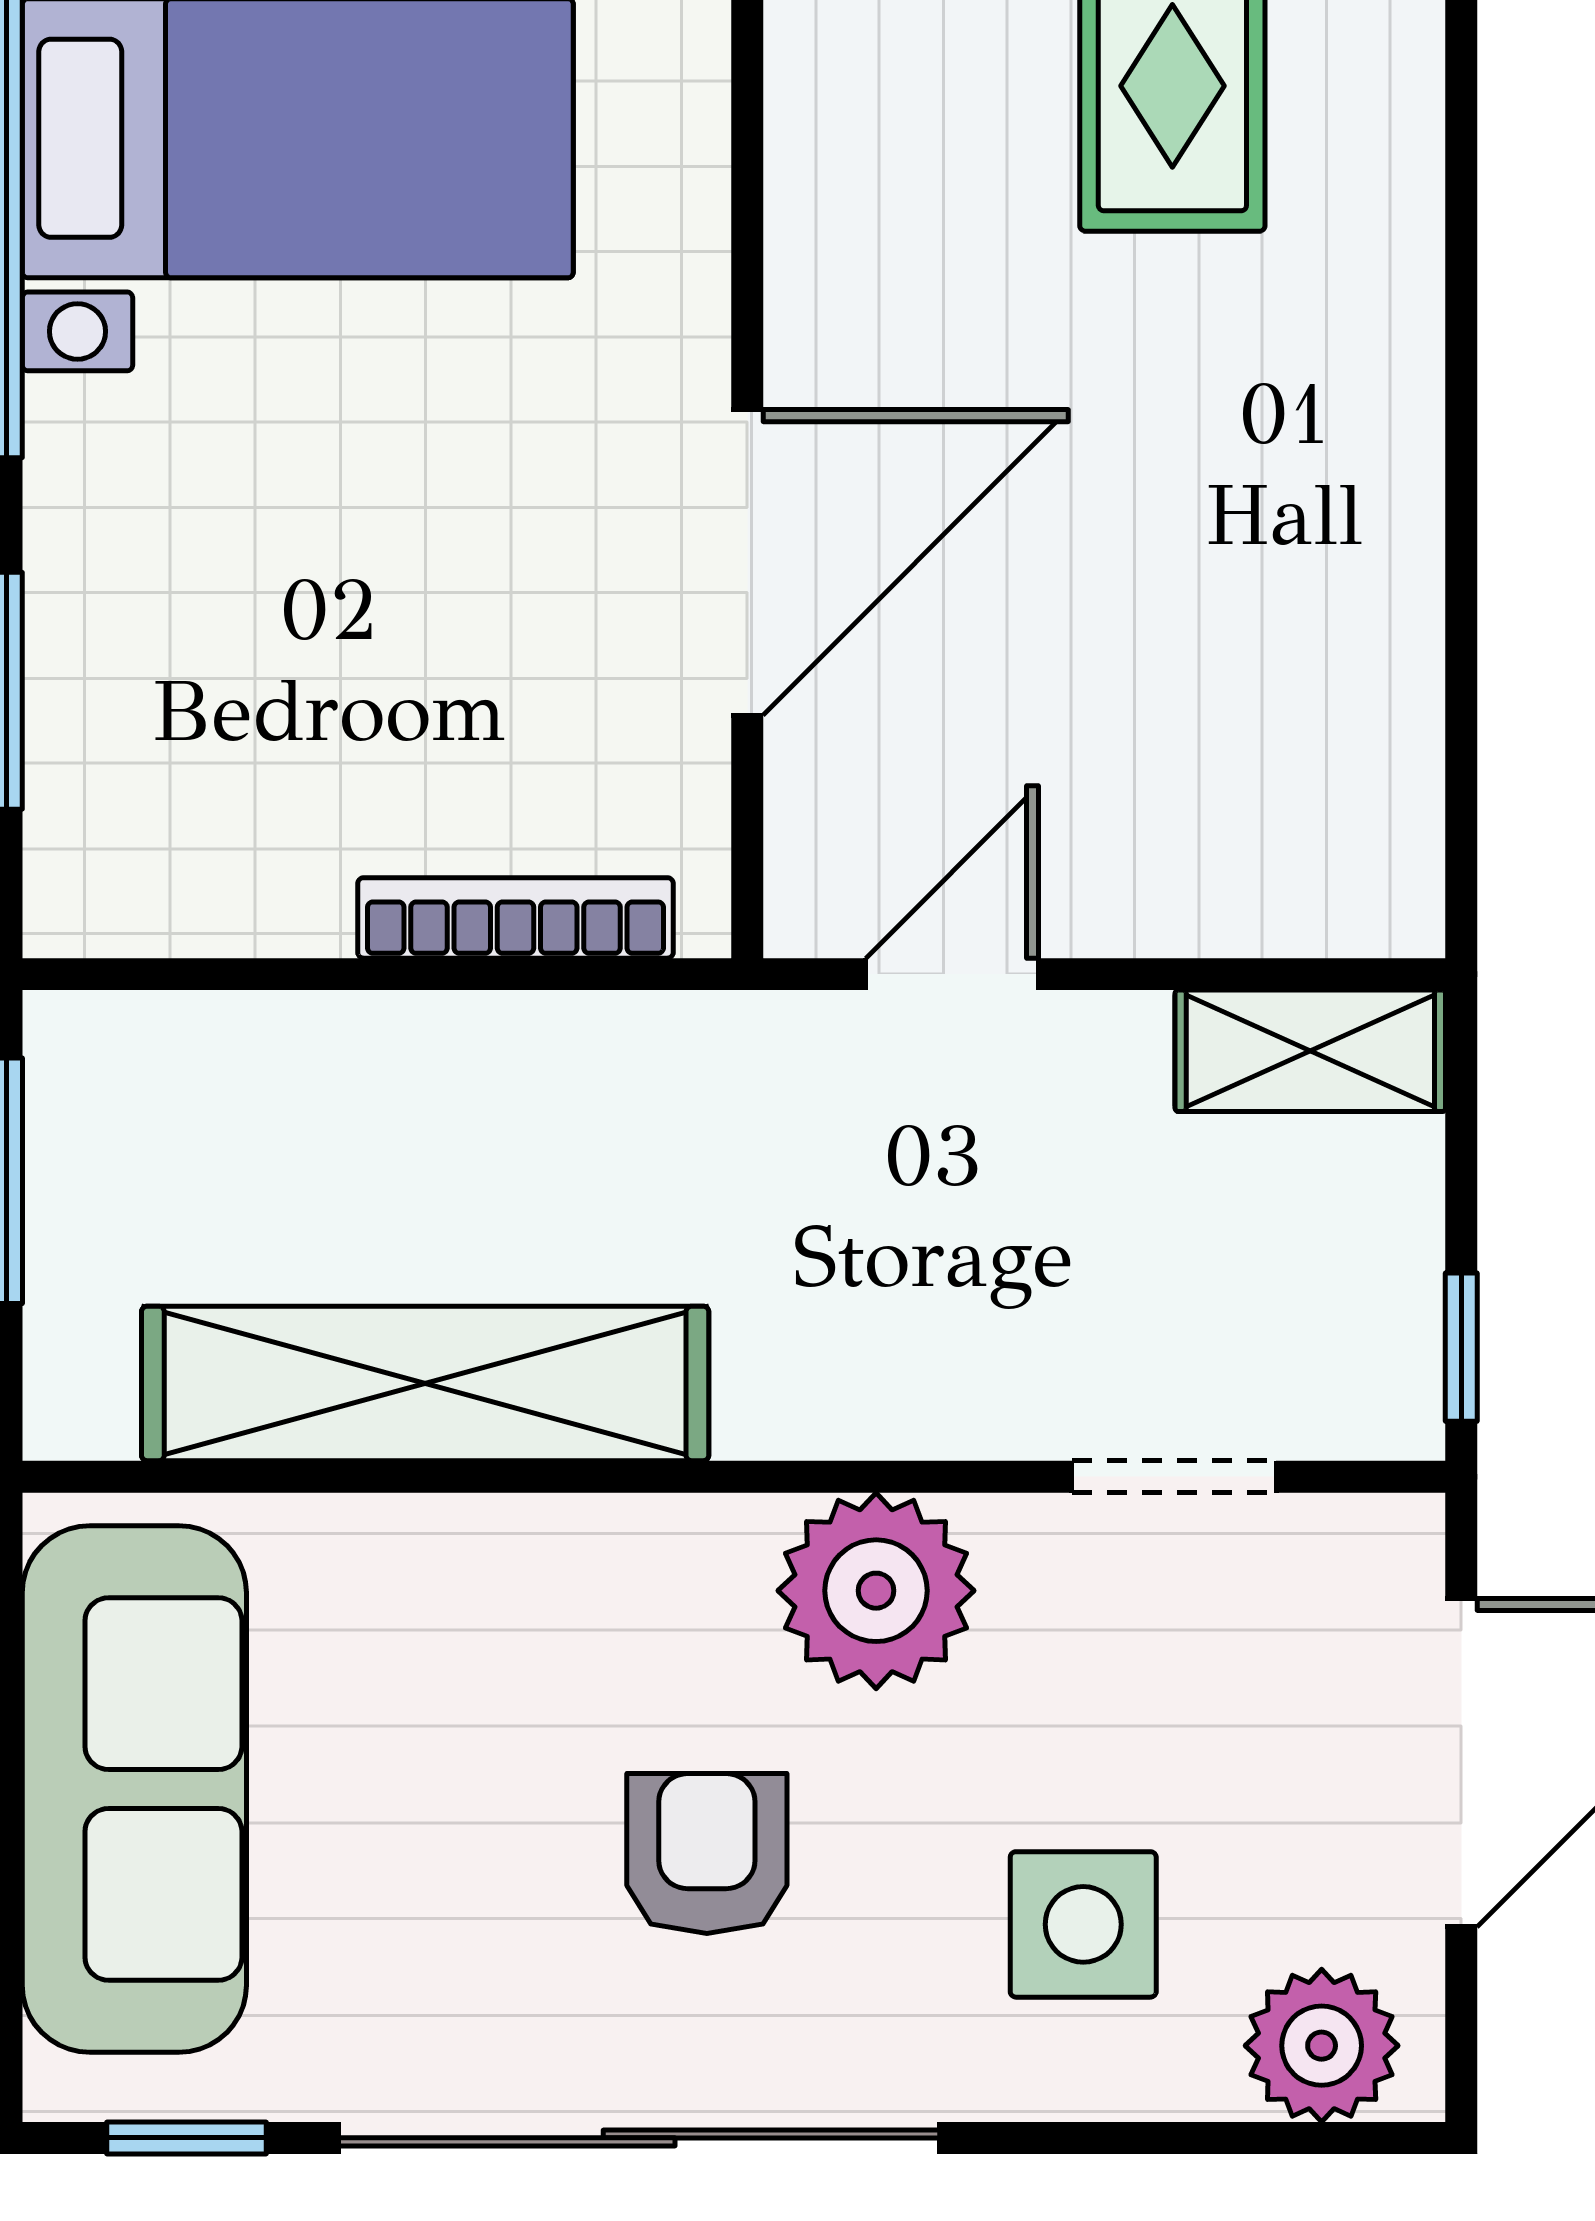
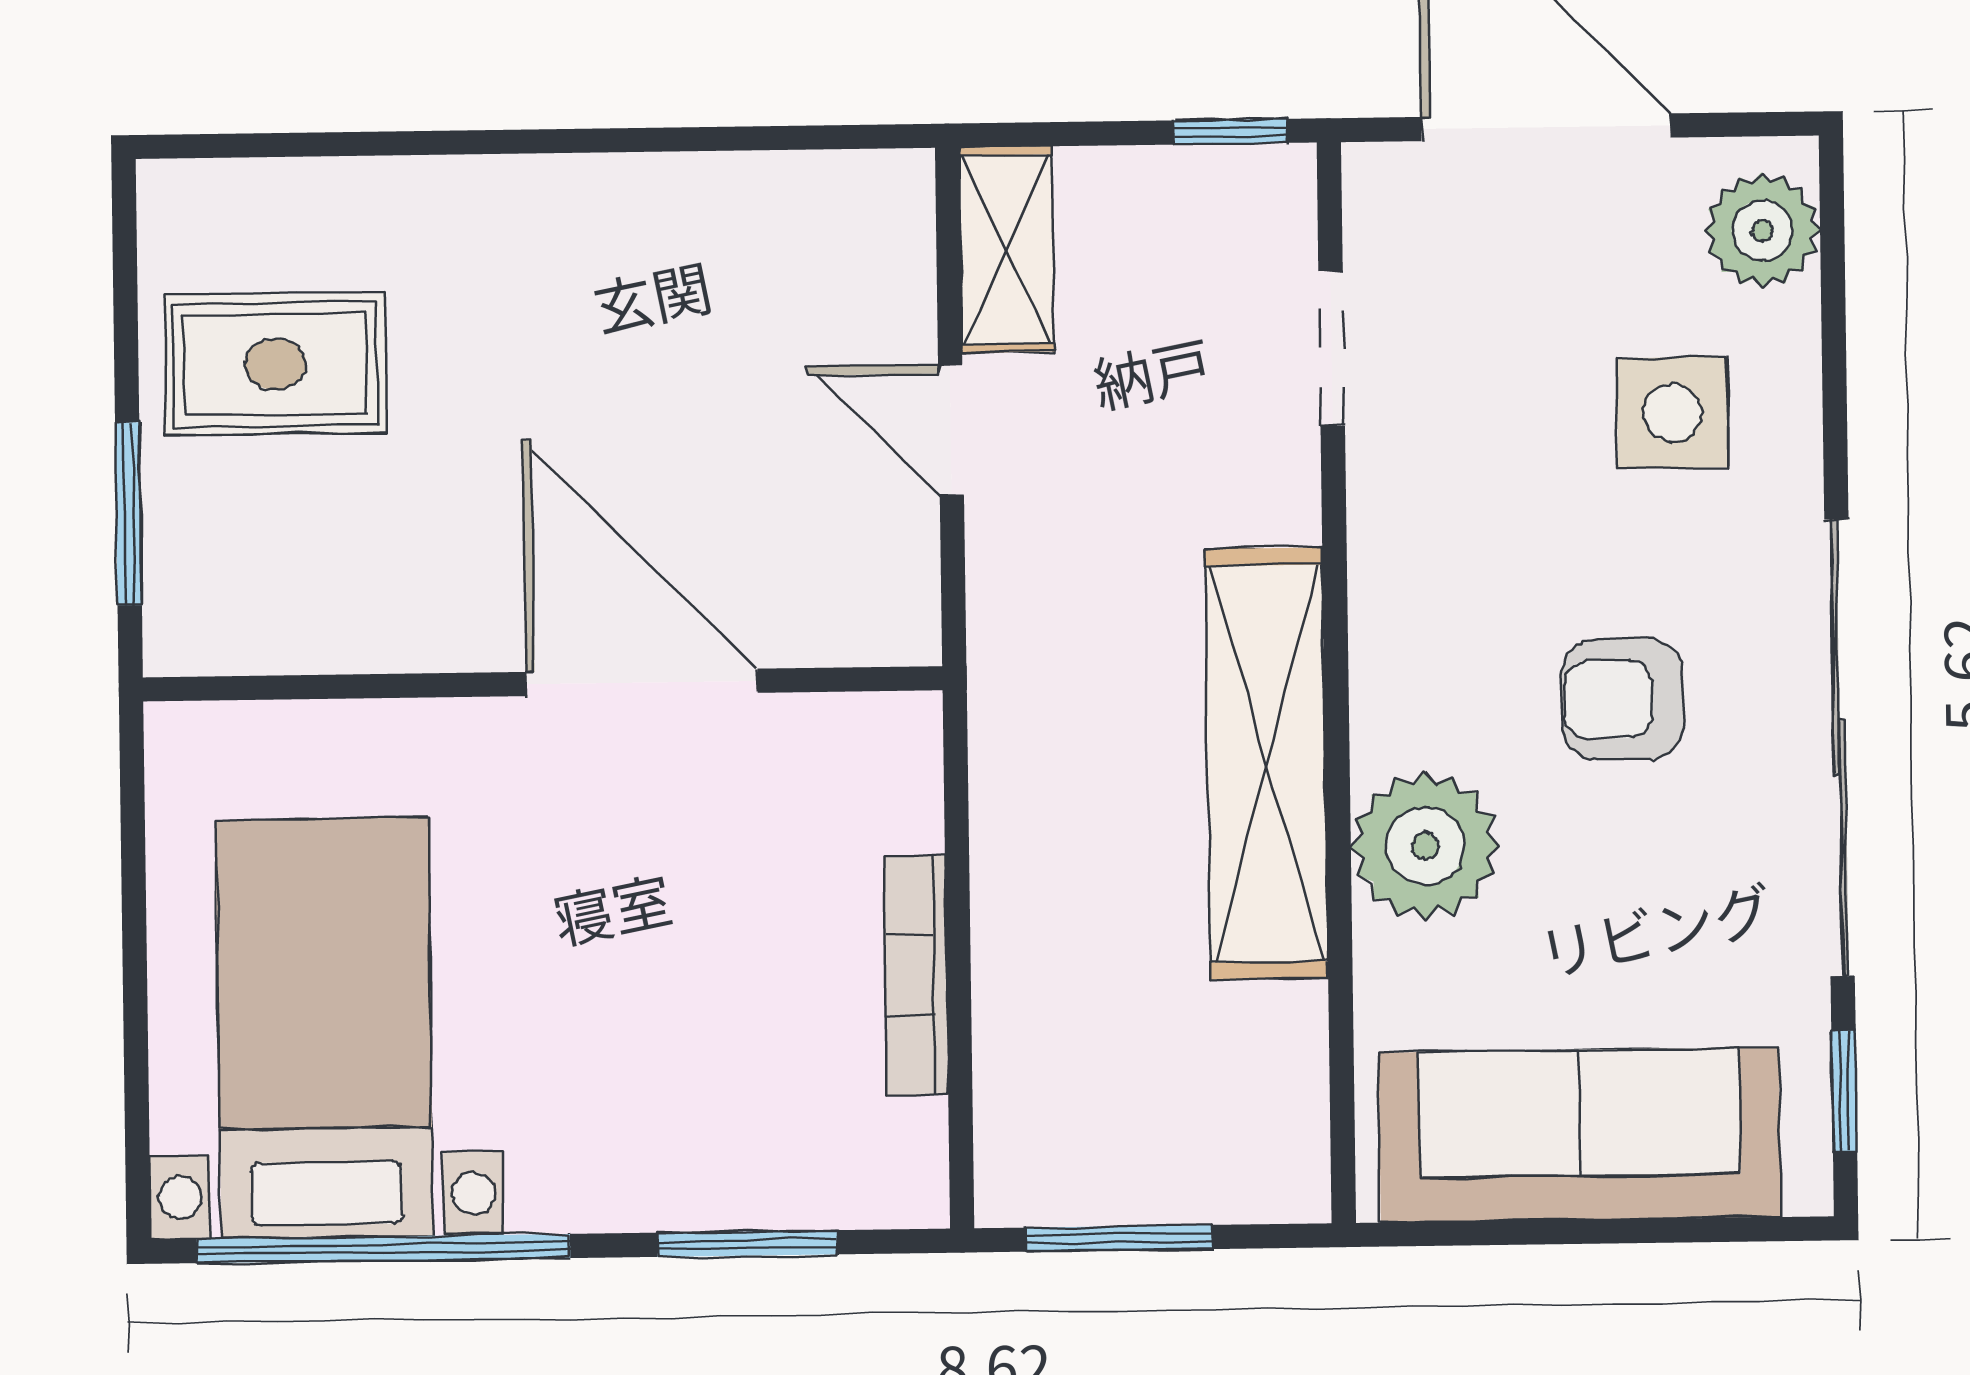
bookcase: (515, 918) -> (916, 975), moved
door: (952, 974) -> (951, 430), moved
shelving: (425, 1383) -> (1267, 764), moved
plant: (876, 1591) -> (1425, 846), moved

